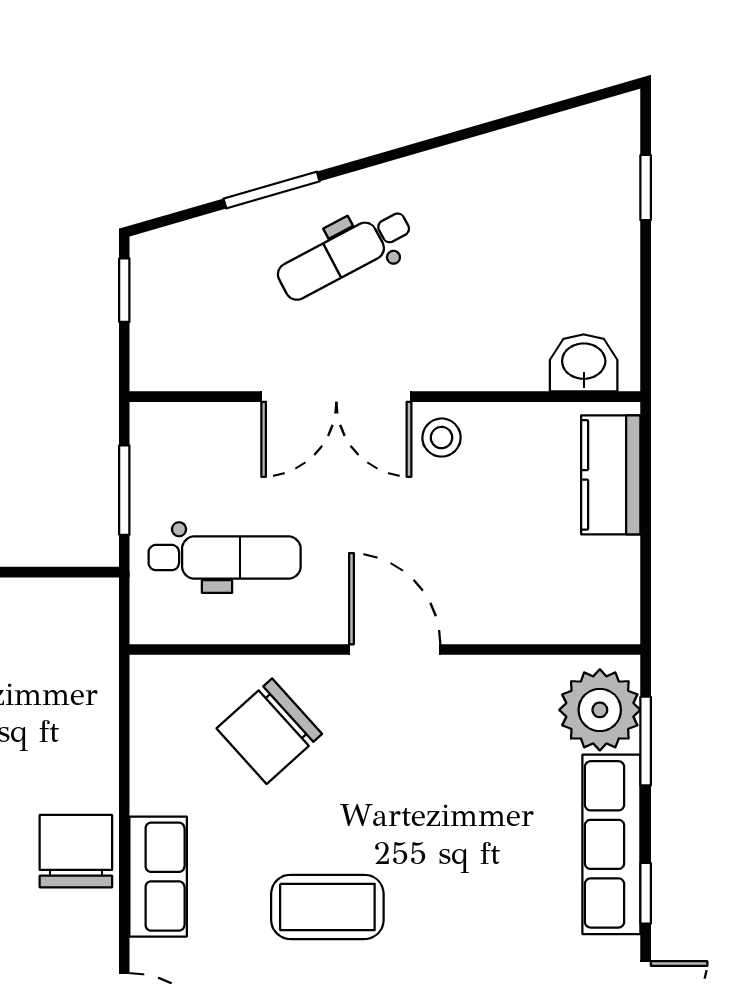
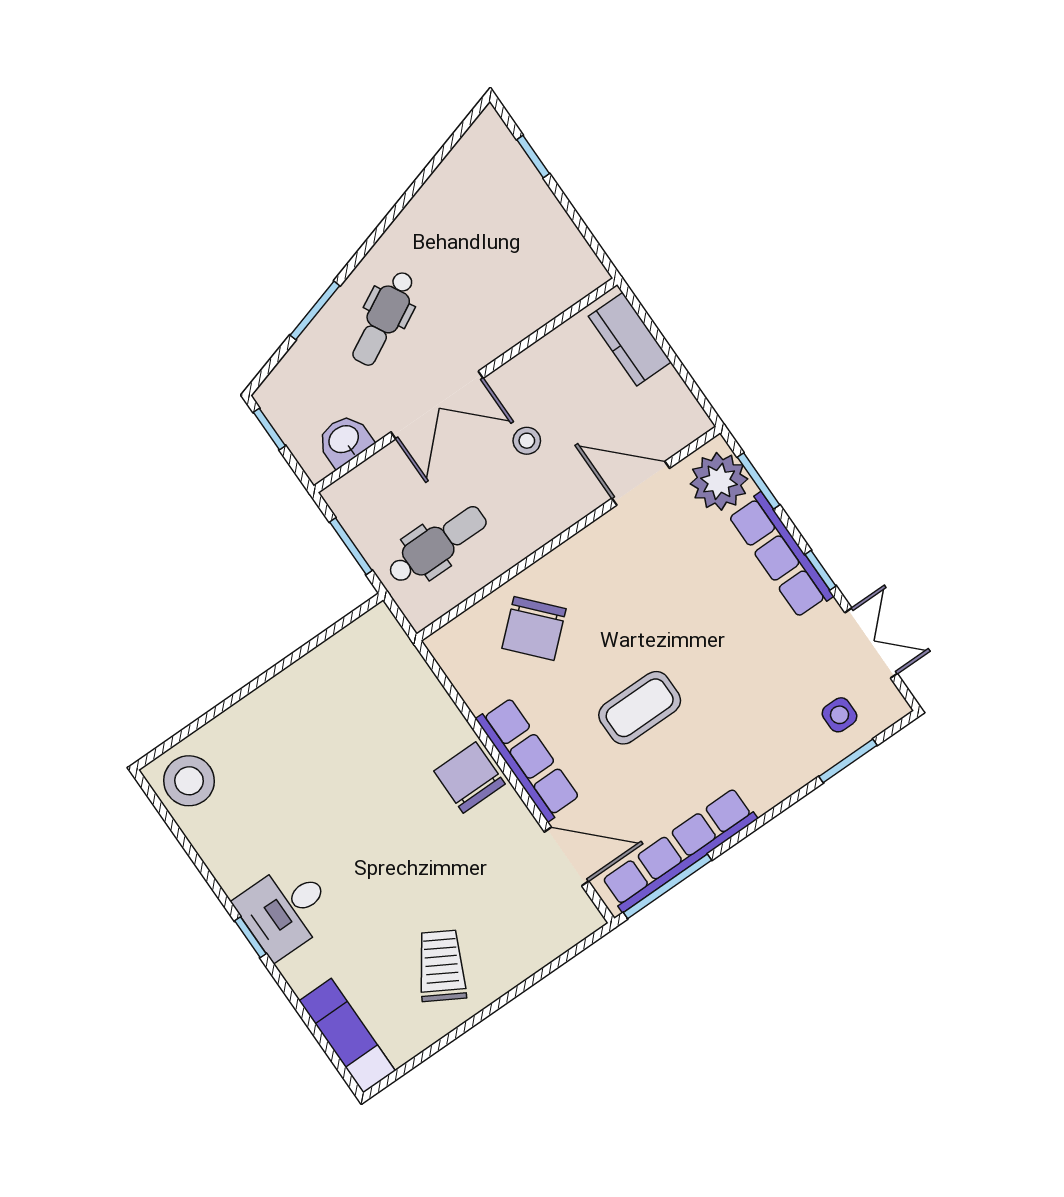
washbasin: (584, 363) -> (344, 440), moved
stool: (442, 438) -> (527, 441), moved
door: (395, 650) -> (641, 483), moved
row of seats: (158, 877) -> (528, 759), width x1.48

